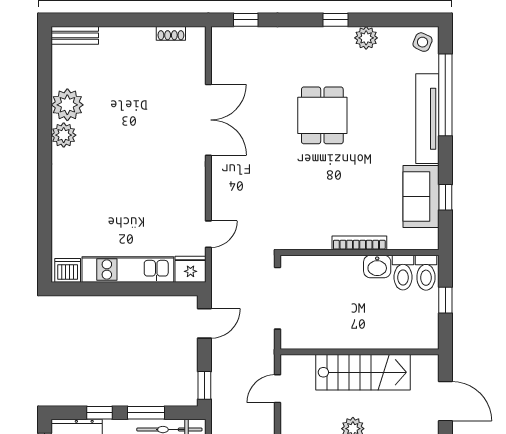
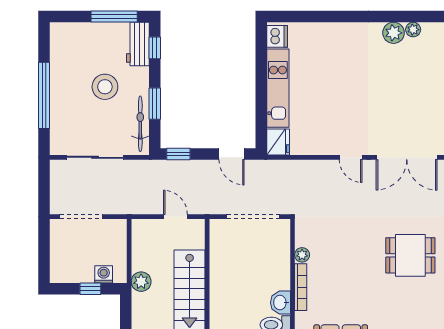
plant: (67, 105) -> (413, 30), width x0.53, depth x0.53
door: (208, 234) -> (351, 157), moved
plant: (322, 241) -> (302, 255), added
window: (100, 413) -> (155, 48), moved

